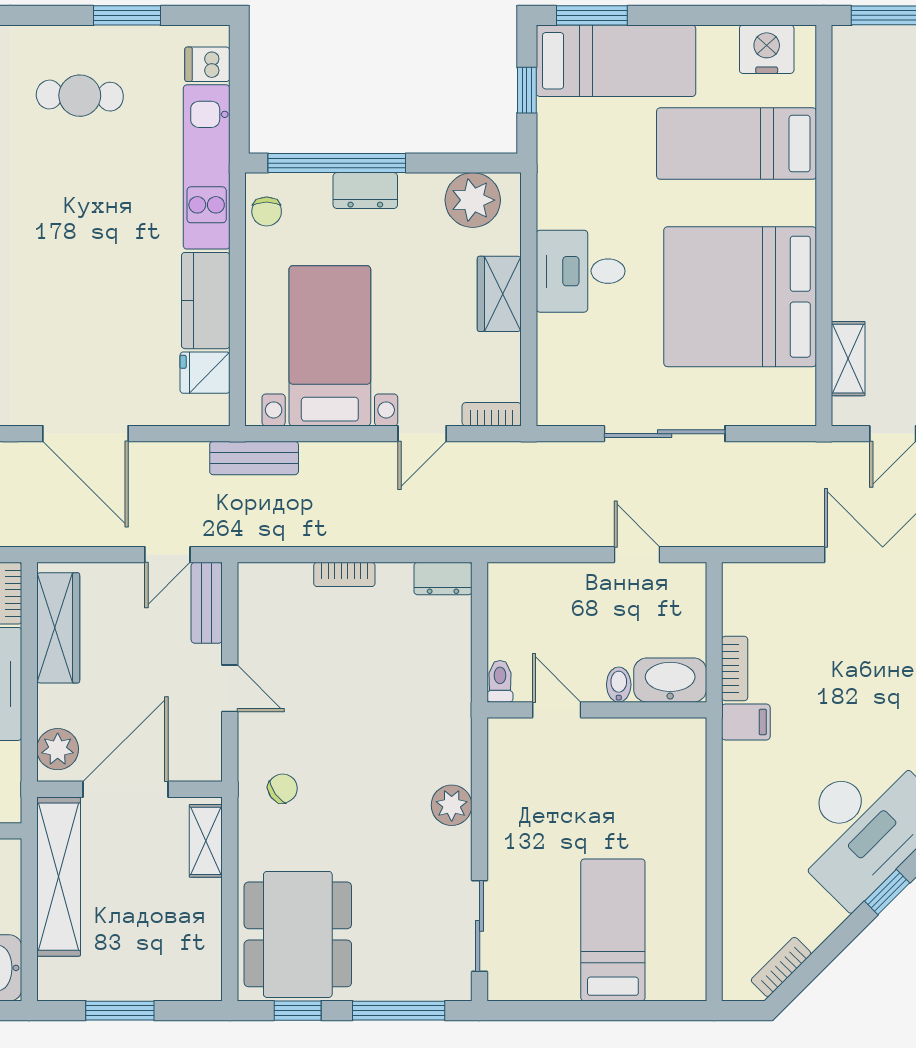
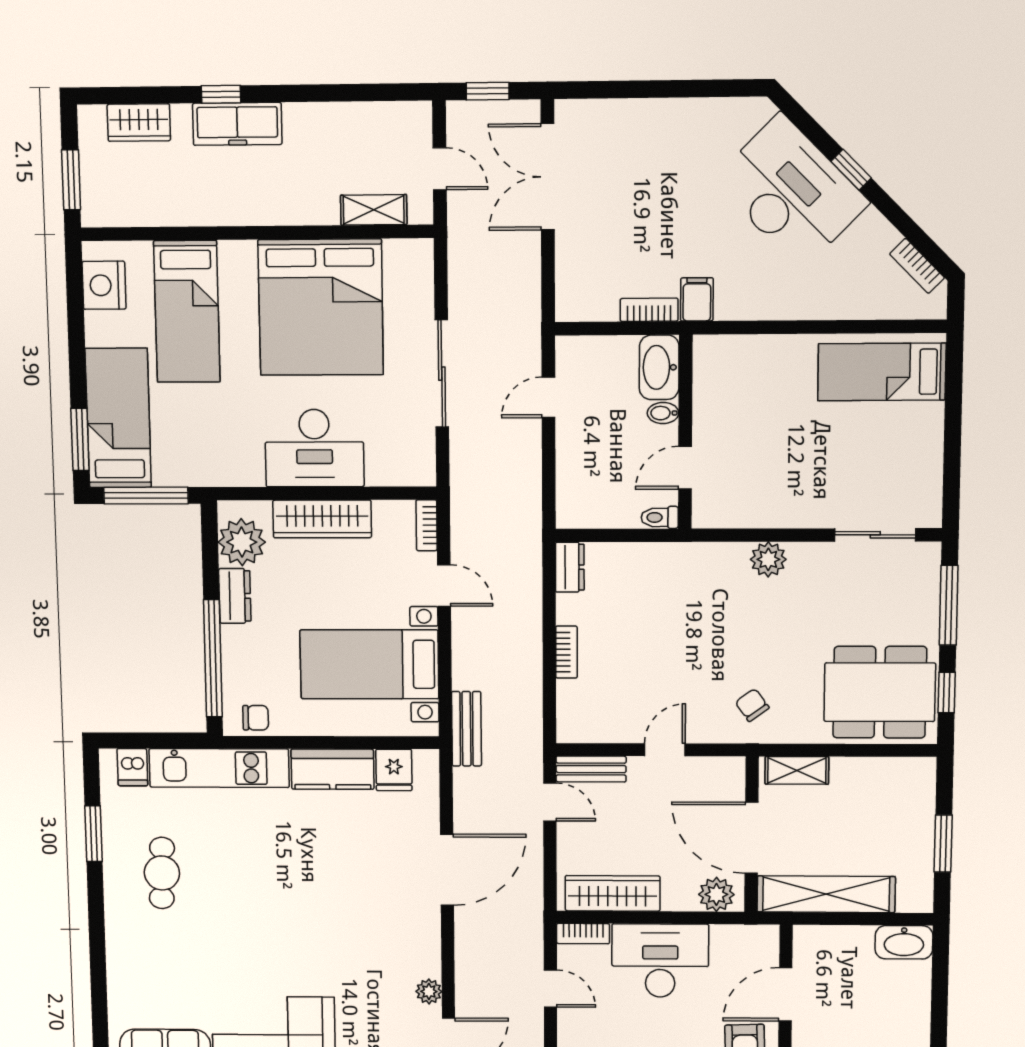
window: (527, 90) -> (146, 496), width x2.17
dresser: (365, 191) -> (235, 596), moved
desk: (581, 271) -> (314, 448), width x1.37
wardrobe: (499, 294) -> (322, 519), width x1.50
bed: (613, 930) -> (882, 372), moved

